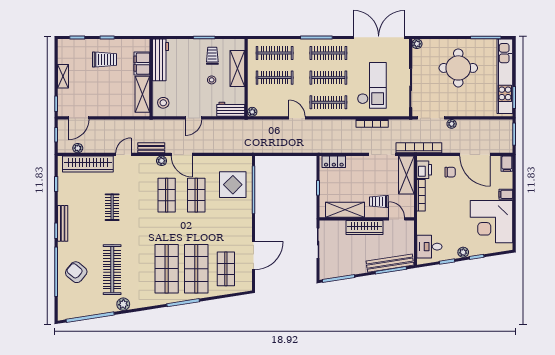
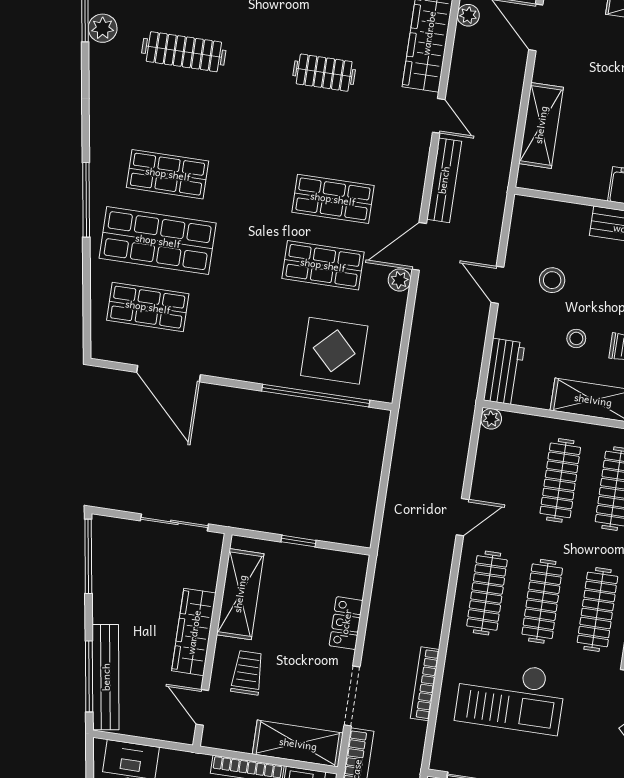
shelving: (142, 94) -> (541, 125), moved, turned 90
stool: (163, 103) -> (552, 280), moved
bench: (151, 148) -> (444, 180), width x1.36
plant: (162, 161) -> (400, 280), moved
locker: (334, 162) -> (346, 623), moved
door: (397, 219) -> (202, 707), swing flipped
shop shelf: (167, 269) -> (168, 174), width x0.70, depth x0.74
clothes rail: (112, 270) -> (184, 52), width x0.73, depth x0.76
plant: (123, 304) -> (103, 28), moved

